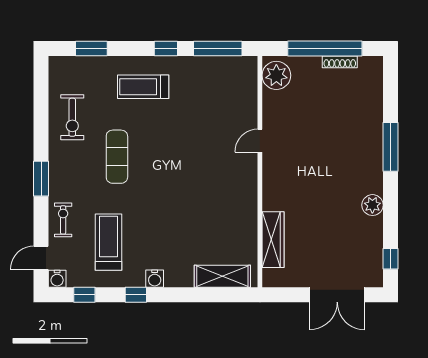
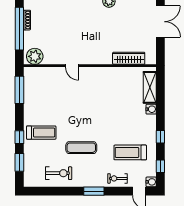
window: (166, 49) -> (19, 137), moved
treadmill: (143, 87) -> (41, 133), turned -90
water cooler: (155, 279) -> (151, 109), moved

